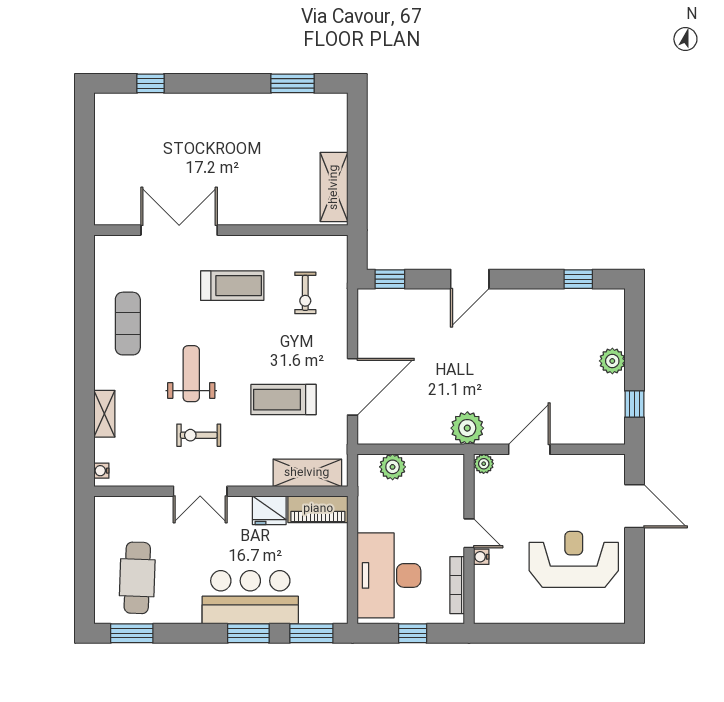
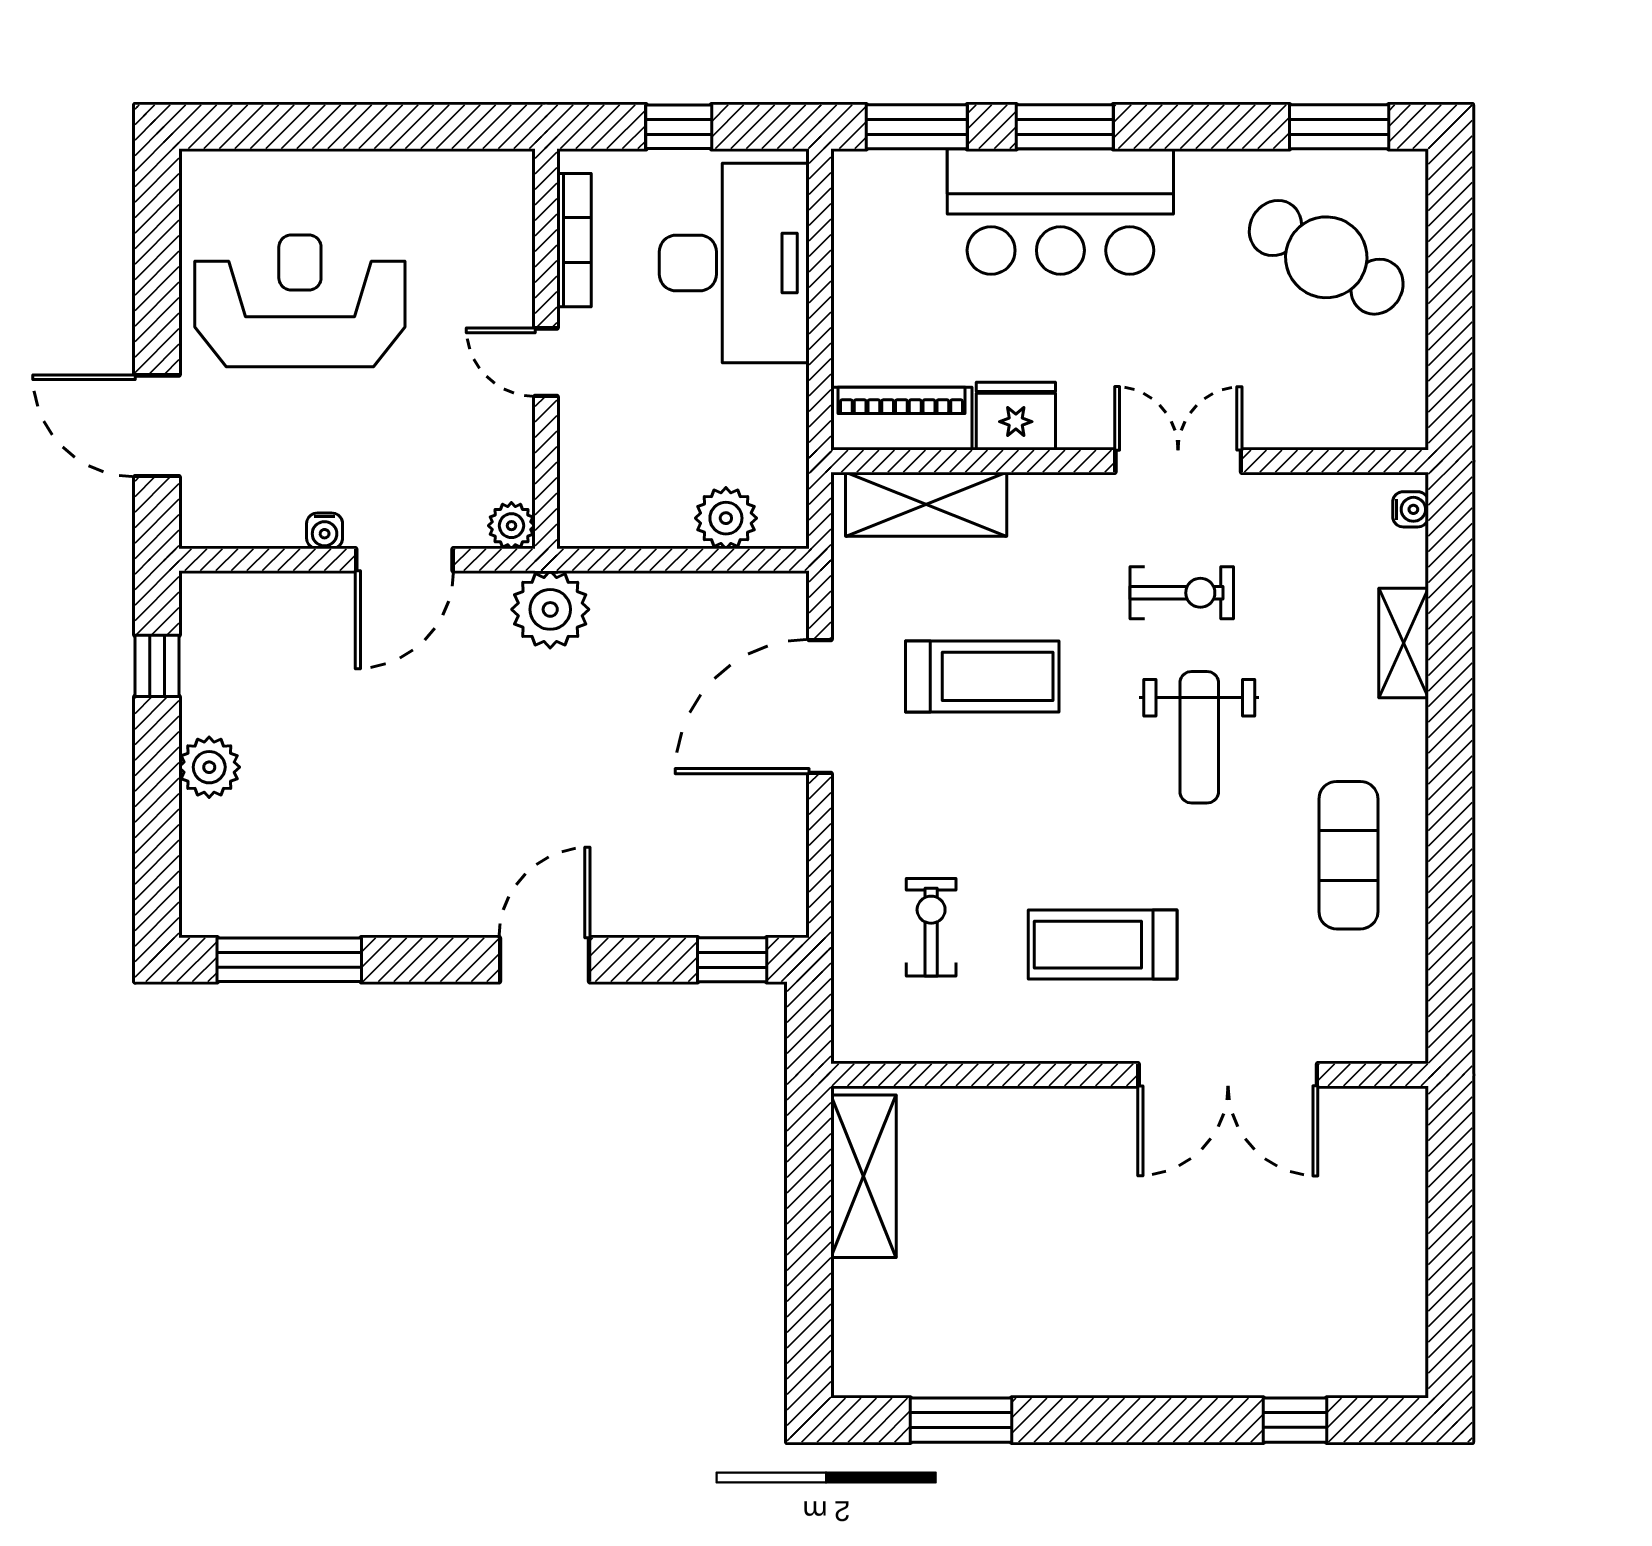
window: (578, 279) -> (289, 960), width x2.17
water cooler: (481, 557) -> (325, 531), moved, turned 90
reception desk: (574, 559) -> (300, 301), turned 180
cafe table: (137, 578) -> (1326, 257), turned -62

